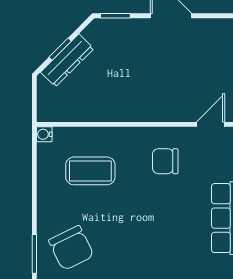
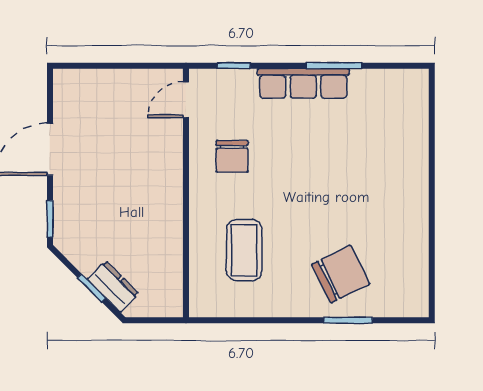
dresser: (67, 60) -> (113, 286), width x0.70
door: (211, 124) -> (186, 100), hinge flipped
water cooler: (44, 134) -> (198, 308), removed

